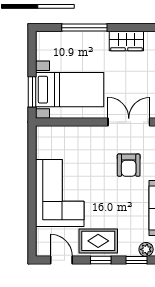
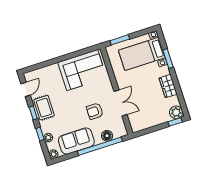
window: (84, 28) -> (168, 59), width x0.69
bed with nightstands: (70, 90) -> (142, 54), moved, turned 90
corner sofa: (60, 193) -> (82, 70), moved

